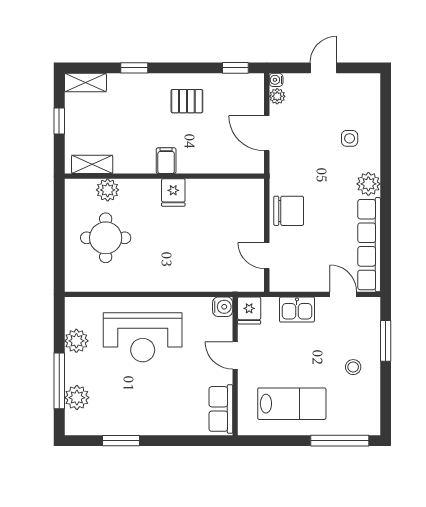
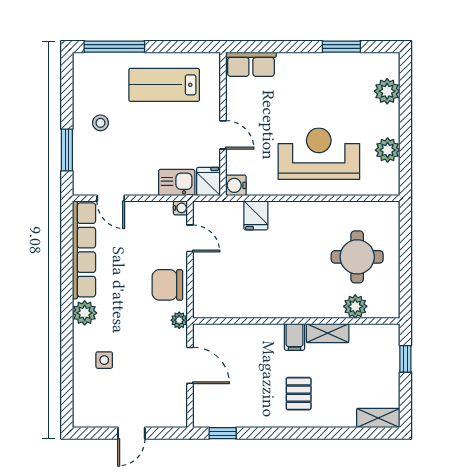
window: (134, 68) -> (327, 433), removed
water cooler: (276, 80) -> (180, 208), moved
plant: (277, 96) -> (179, 320), moved
pallet: (187, 101) -> (299, 394), moved, turned 90
window: (59, 121) -> (405, 359), moved
shelving: (92, 164) -> (328, 333), moved
fridge: (173, 193) -> (256, 215), moved, turned 180
kitchen sink: (297, 309) -> (177, 183), moved
window: (59, 381) -> (405, 108), removed
row of seats: (221, 409) -> (251, 64), moved, turned 90

